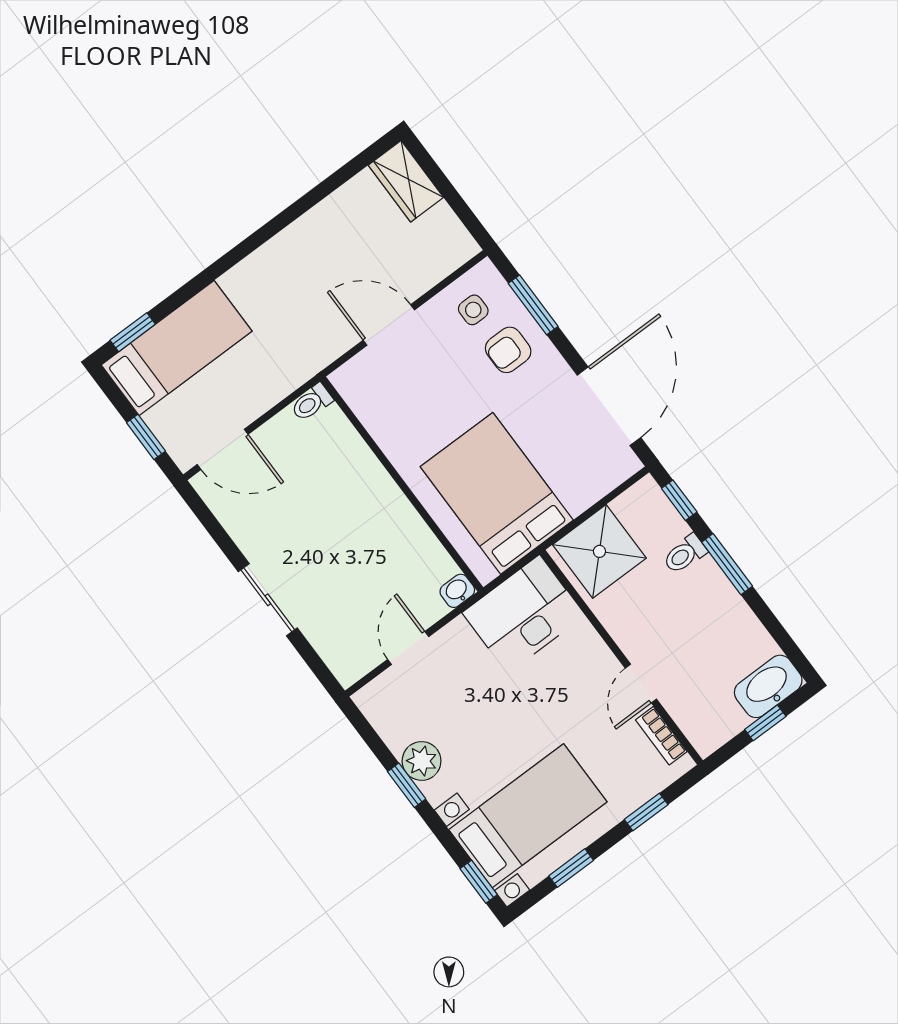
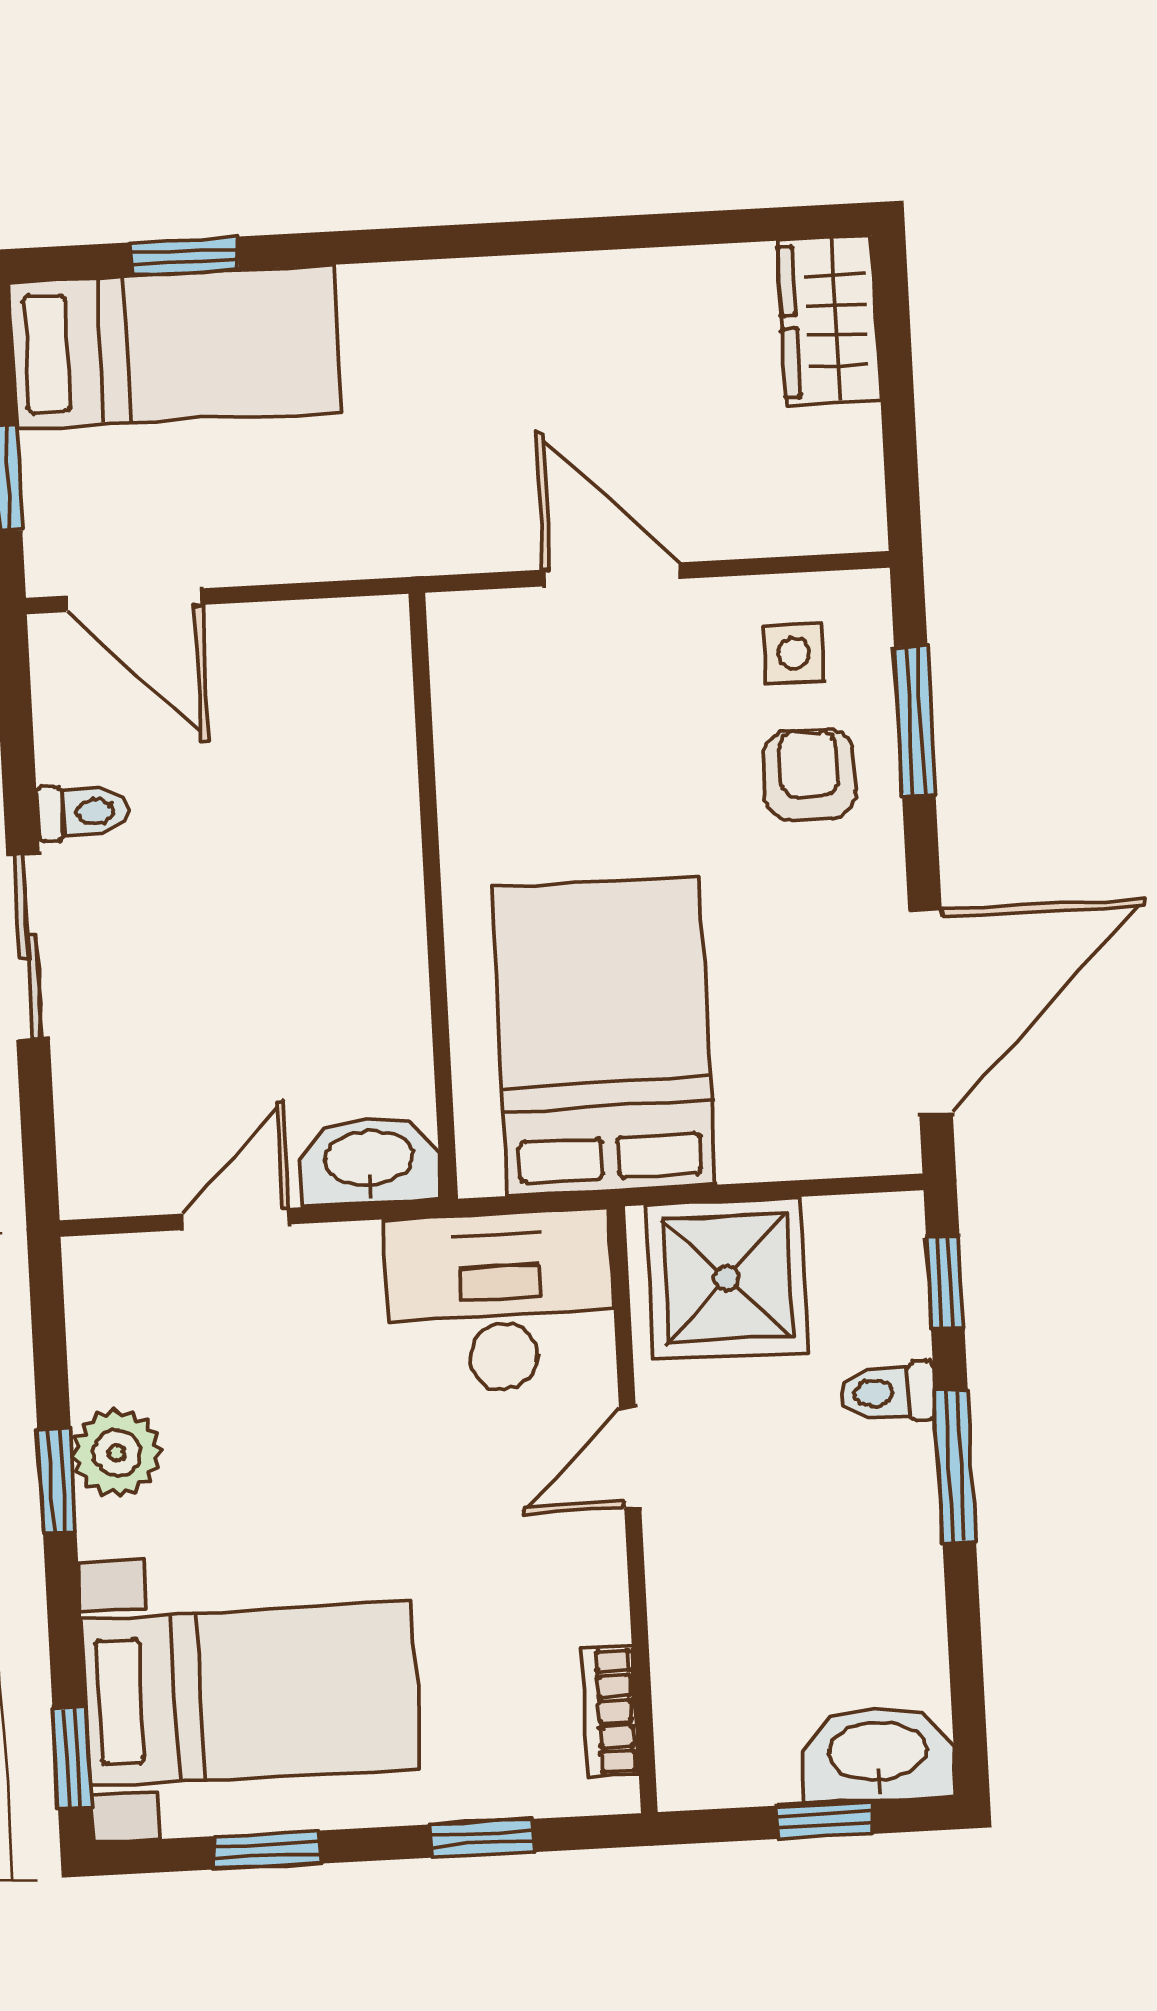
window: (133, 332) -> (185, 256), moved
armchair: (508, 350) -> (809, 775), turned 90
toilet: (312, 402) -> (83, 812), moved, turned 180
washbasin: (457, 591) -> (369, 1161), width x1.91, depth x1.45
door: (641, 684) -> (630, 1458), moved

